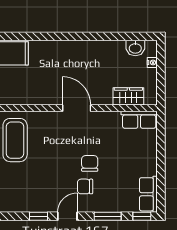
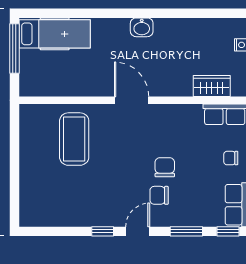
washbasin: (135, 48) -> (142, 27), moved
door: (77, 108) -> (132, 100), moved
chair: (144, 156) -> (231, 158), added

